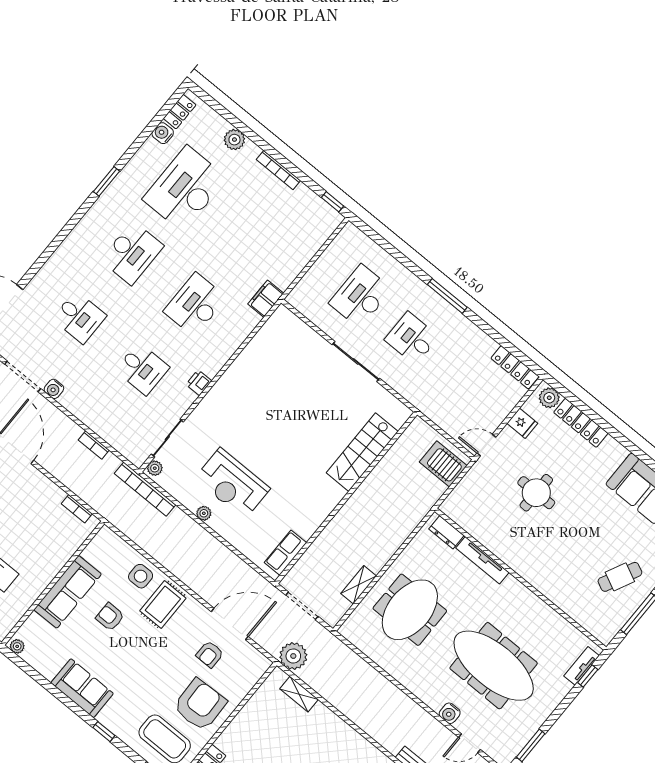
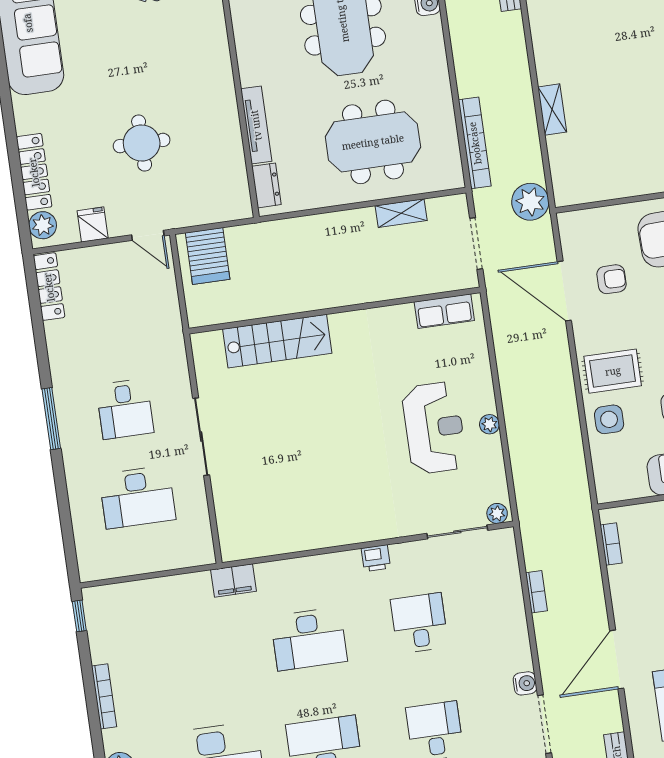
bookcase: (145, 489) -> (475, 143), moved
shelving: (299, 694) -> (552, 110), moved

